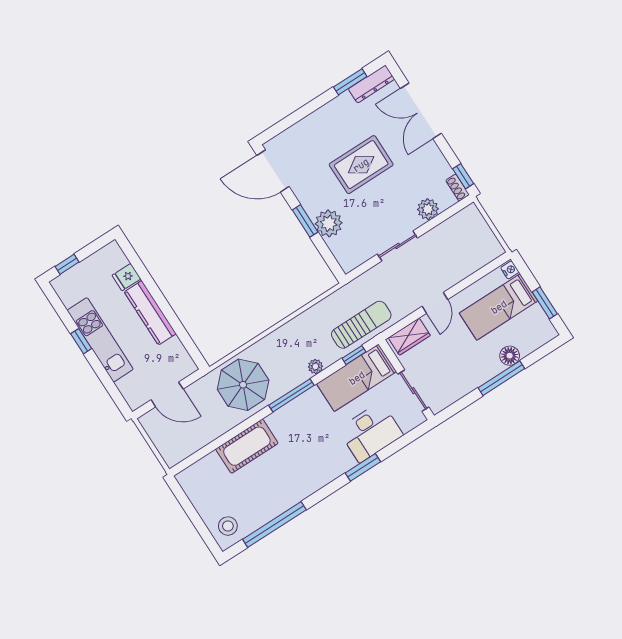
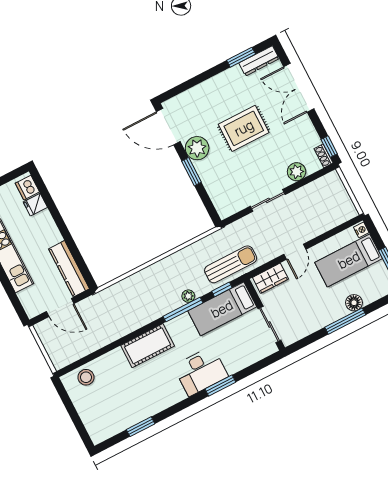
plant: (329, 223) -> (197, 148), moved
dishwasher: (115, 258) -> (27, 188), added
kitchen counter: (150, 313) -> (69, 269), moved
parasol: (243, 385) -> (125, 306), removed
window: (291, 395) -> (183, 310), moved
desk: (371, 432) -> (201, 371), moved
cot: (247, 446) -> (148, 346), moved
window: (274, 524) -> (141, 427), width x0.47
stool: (228, 526) -> (86, 377), moved

